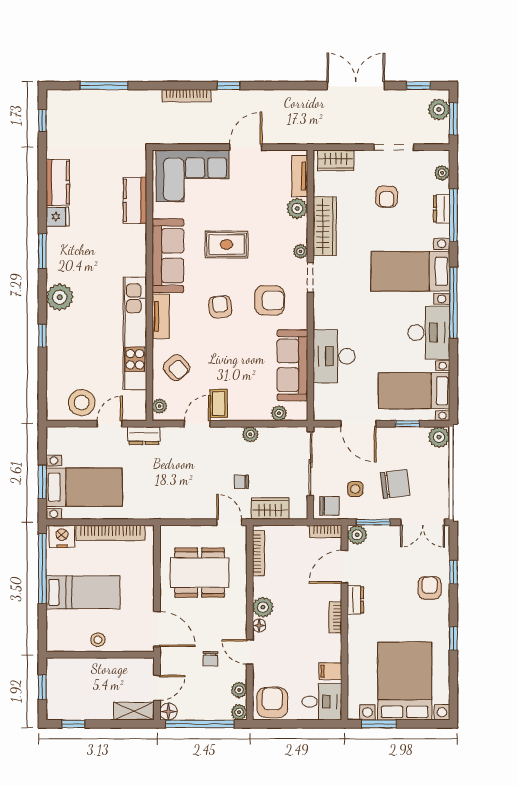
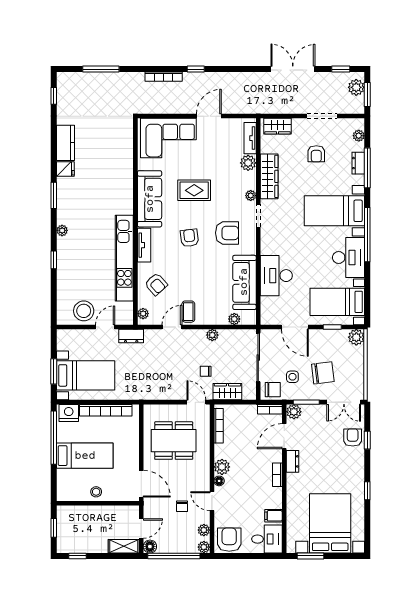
kitchen counter: (135, 200) -> (124, 157), removed
plant: (60, 297) -> (62, 230), width x0.53, depth x0.53
armchair: (430, 588) -> (353, 438), moved

